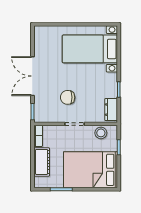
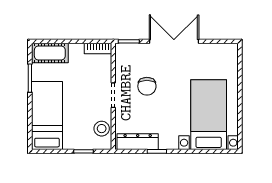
chair: (68, 97) -> (147, 86), turned 180
dresser: (111, 110) -> (138, 142), width x1.44
cot: (42, 162) -> (50, 53), moved
bed: (91, 170) -> (47, 116), width x0.67

